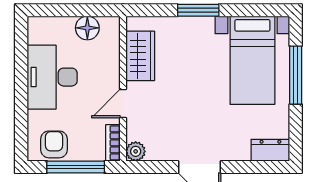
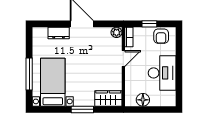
wardrobe: (140, 56) -> (108, 98), moved, turned 90
dresser: (270, 150) -> (59, 33), moved
window: (76, 167) -> (149, 24), width x0.46

